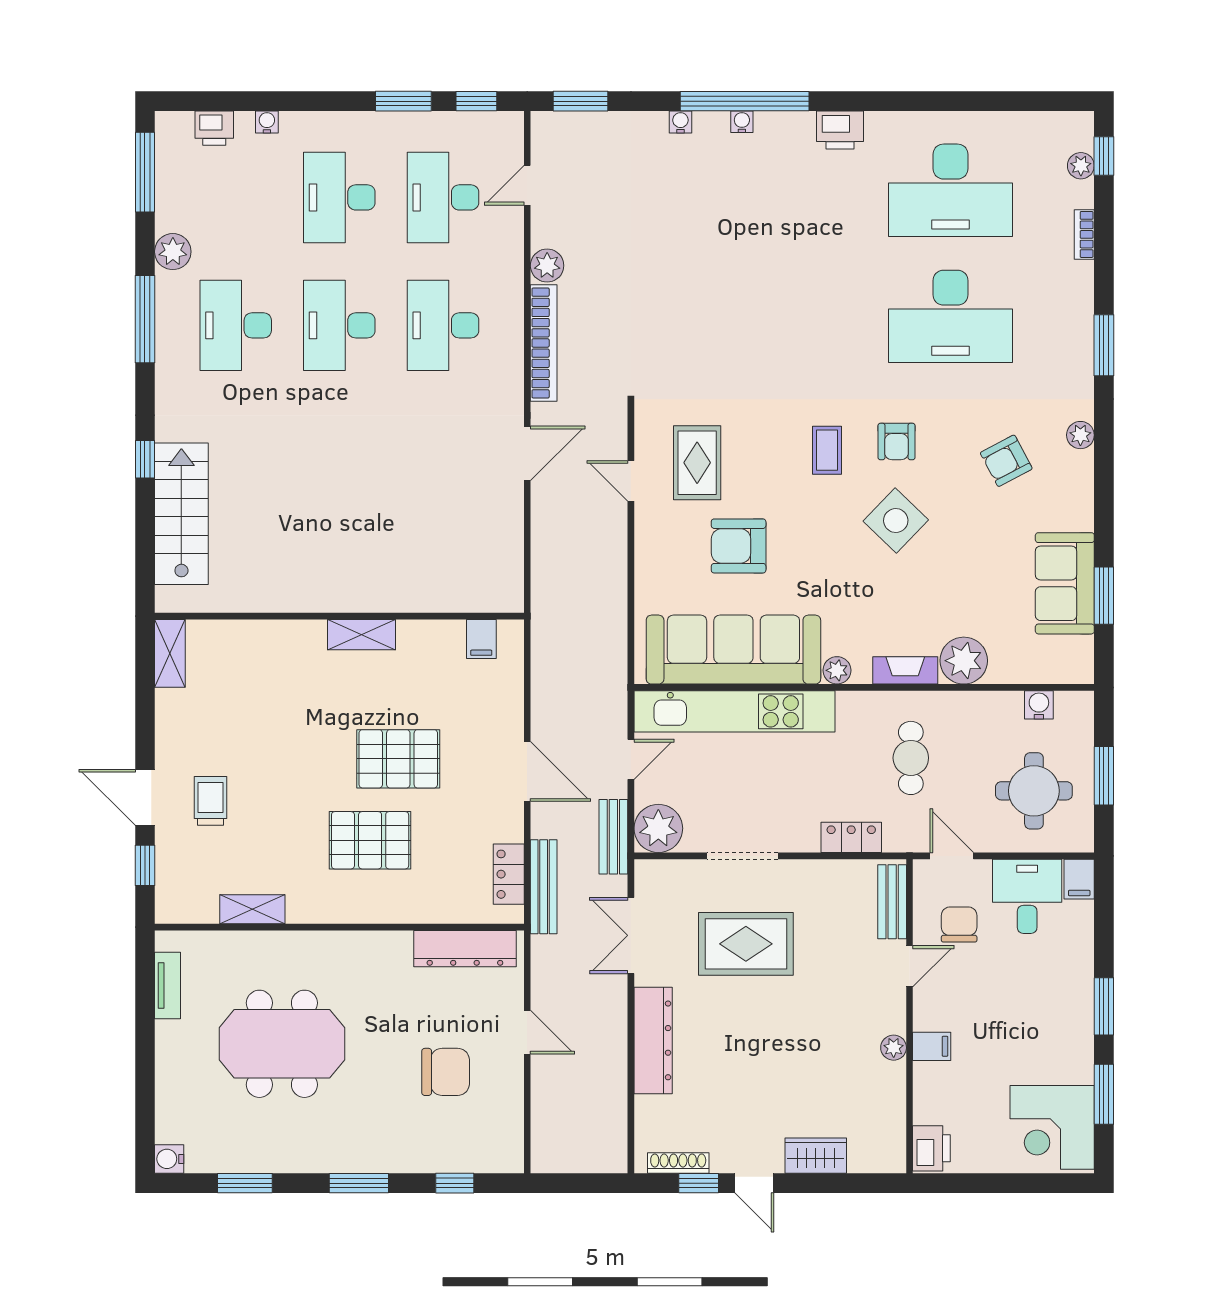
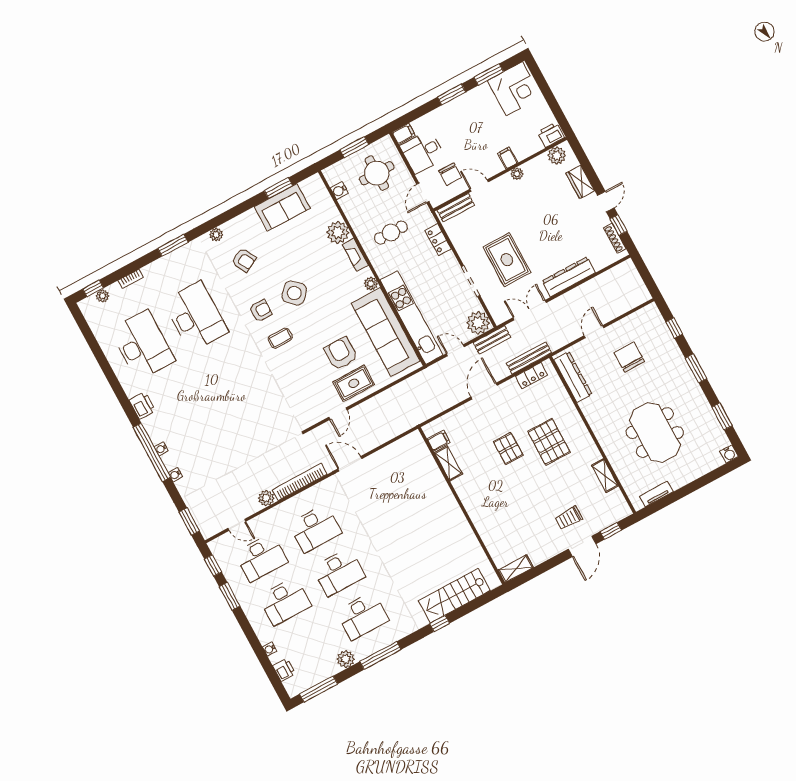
rug: (697, 463) -> (354, 383), moved
armchair: (739, 546) -> (341, 353), turned 180
shelving: (361, 635) -> (449, 463), moved
pallet: (398, 759) -> (508, 448), width x0.67, depth x0.71
chair: (959, 925) -> (450, 174), turned -90
double door: (631, 935) -> (530, 310), swing flipped
plant: (888, 1139) -> (557, 156), added

